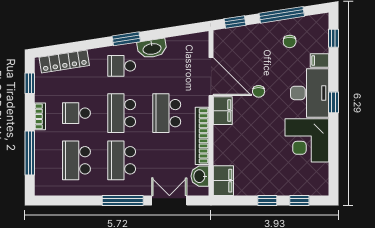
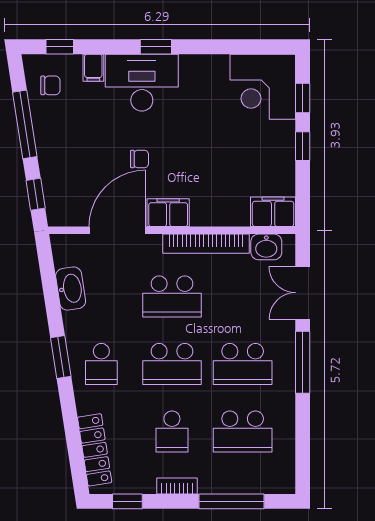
chair: (290, 41) -> (50, 85), moved
washbasin: (152, 48) -> (71, 289), moved
corner desk: (307, 140) -> (263, 87), moved, turned 90

